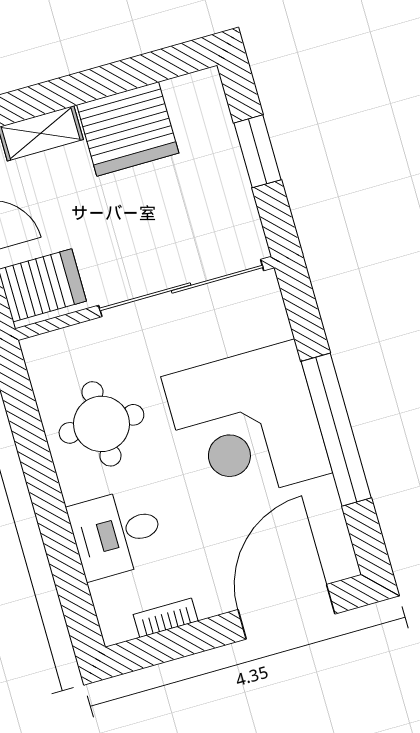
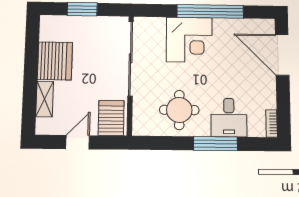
corner desk: (247, 425) -> (189, 40), width x0.74, depth x0.74
window: (53, 520) -> (215, 144), added
bookcase: (166, 618) -> (272, 123), moved

